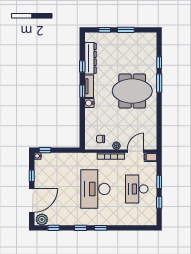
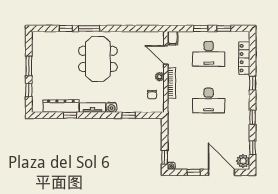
window: (82, 91) -> (129, 115), moved
desk: (95, 189) -> (209, 100), width x0.73, depth x0.77
locker: (133, 221) -> (244, 58), added
window: (101, 228) -> (253, 83), moved

